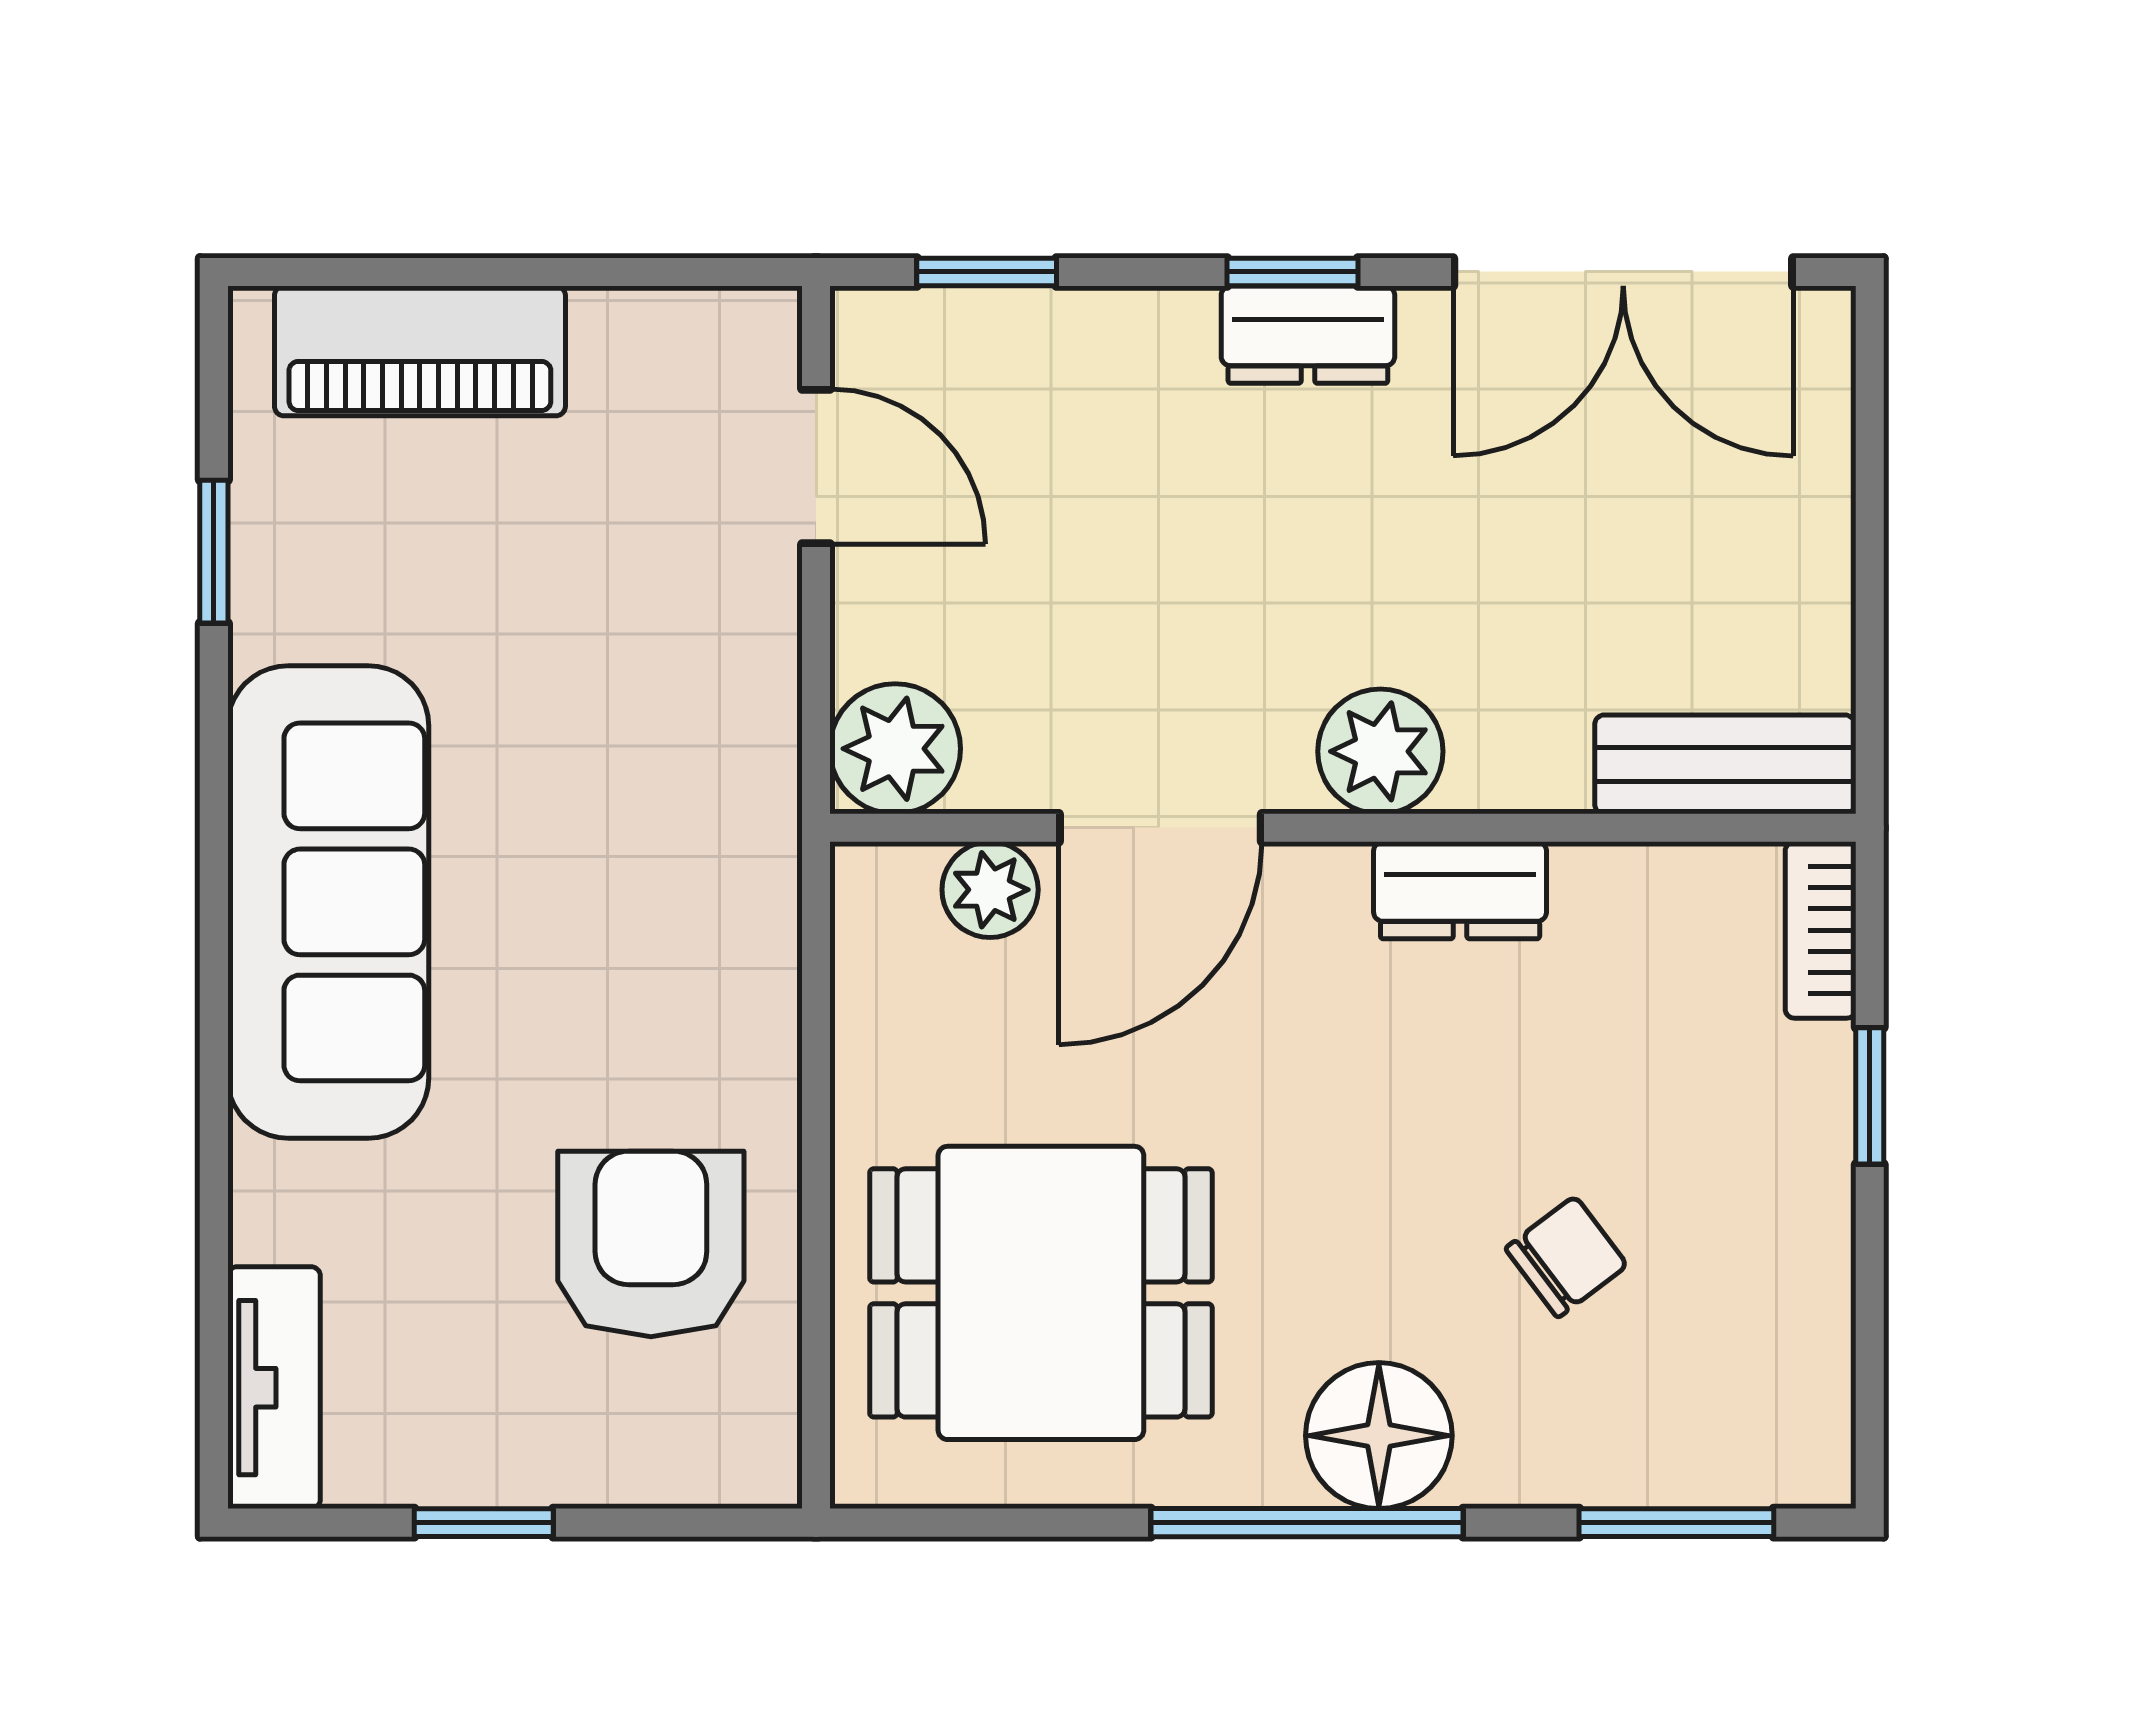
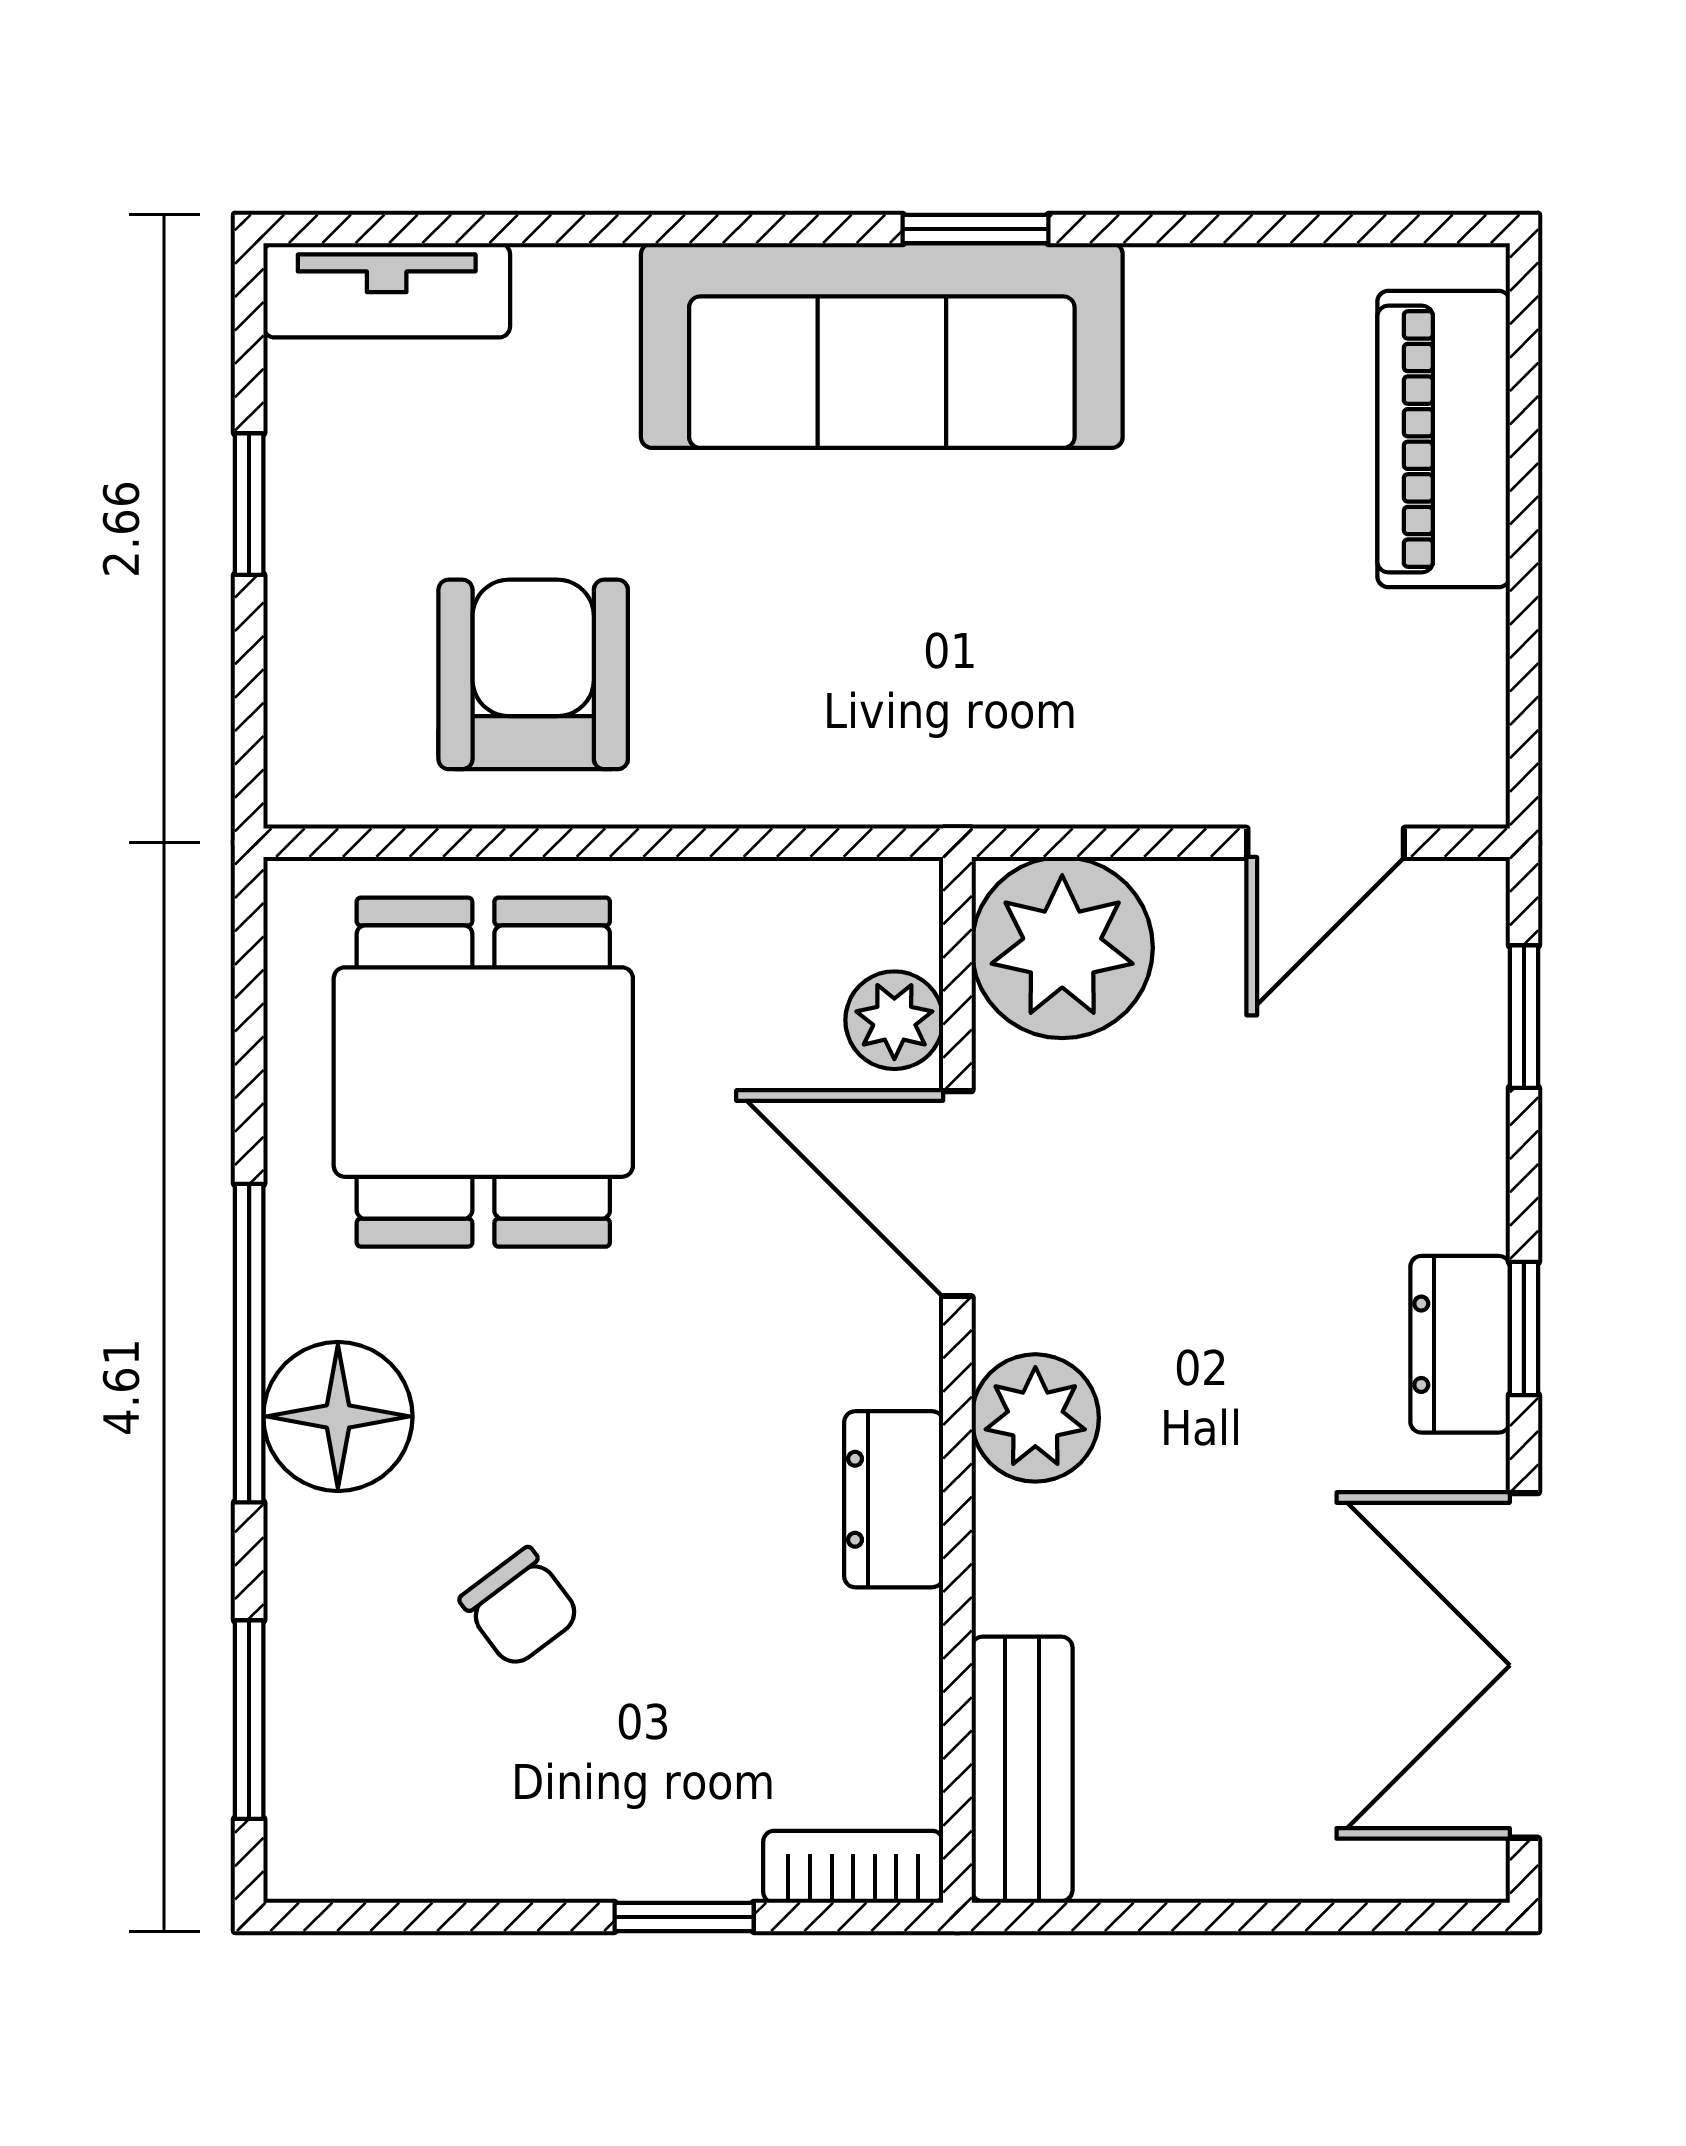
window: (214, 552) -> (976, 229), moved
plant: (895, 749) -> (1062, 948), width x1.36, depth x1.36
armchair: (651, 1244) -> (533, 674), turned -90

